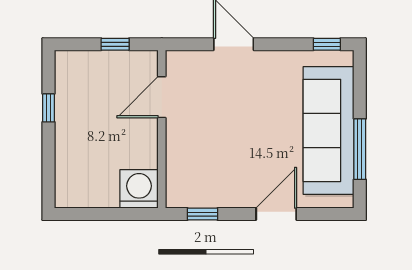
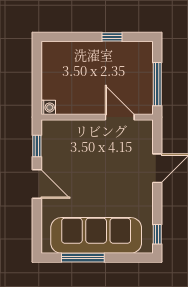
window: (115, 44) -> (157, 84), width x2.17
washing machine: (139, 189) -> (48, 107), width x0.53, depth x0.53
door: (276, 214) -> (37, 184), moved

